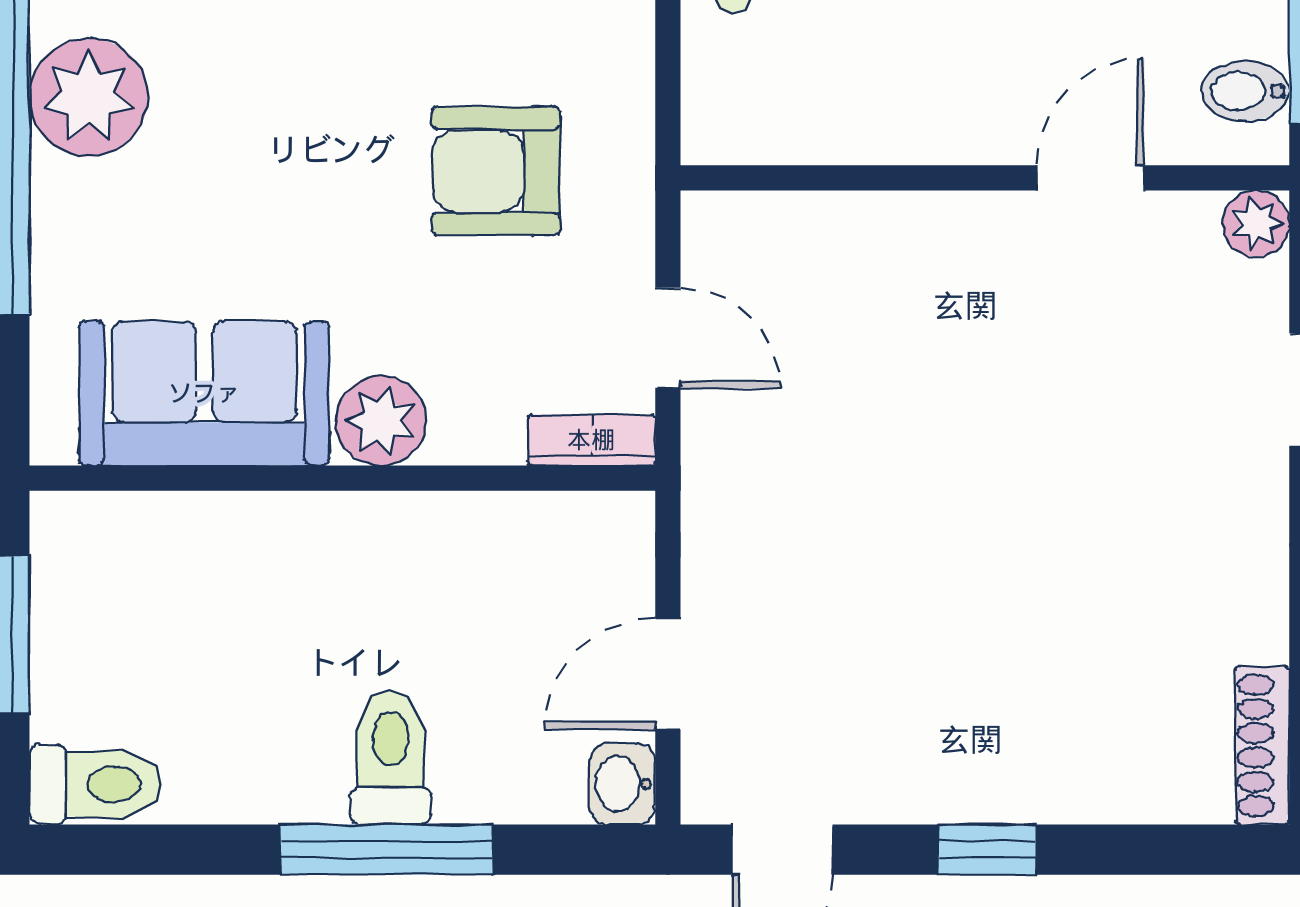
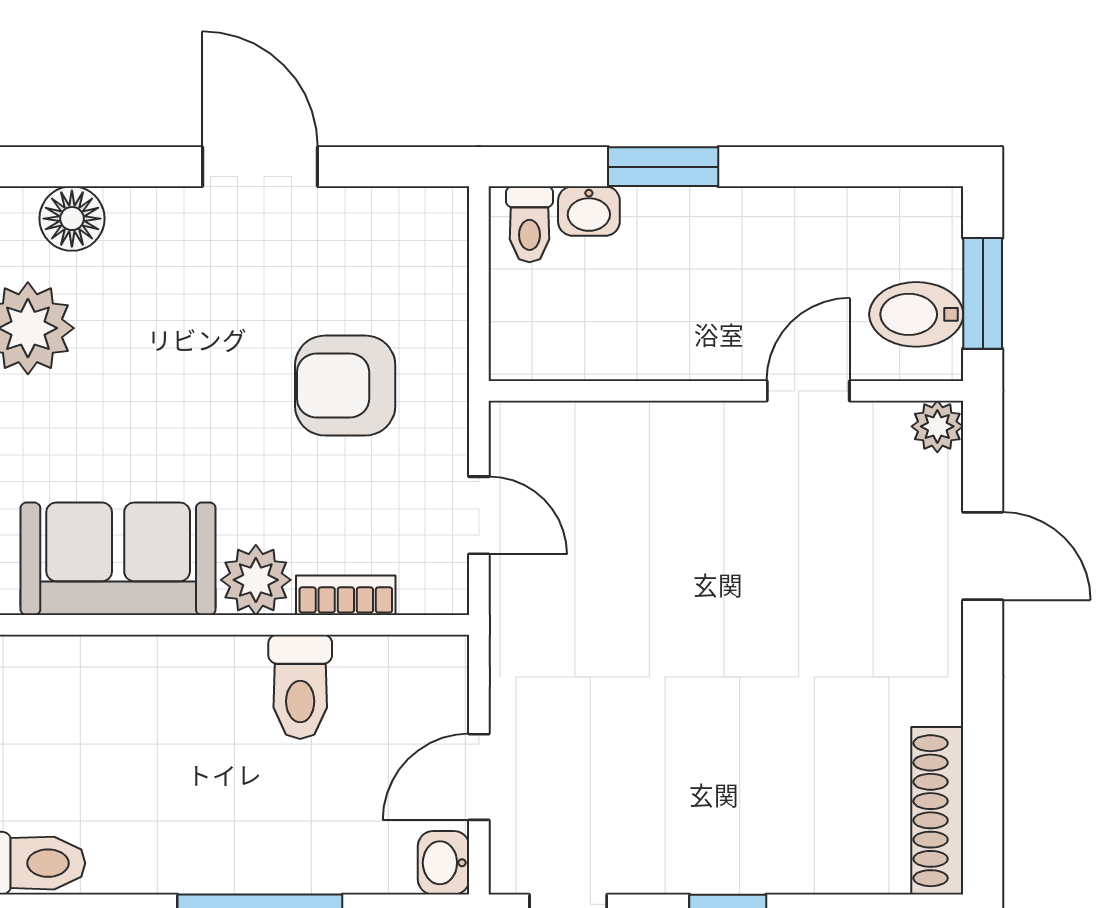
bidet: (1245, 91) -> (916, 314), width x1.38, depth x1.36
bookcase: (591, 440) -> (346, 595), moved
shoe rack: (1263, 745) -> (937, 811), width x1.36, depth x1.24
toilet: (390, 757) -> (300, 687), moved, turned 180

